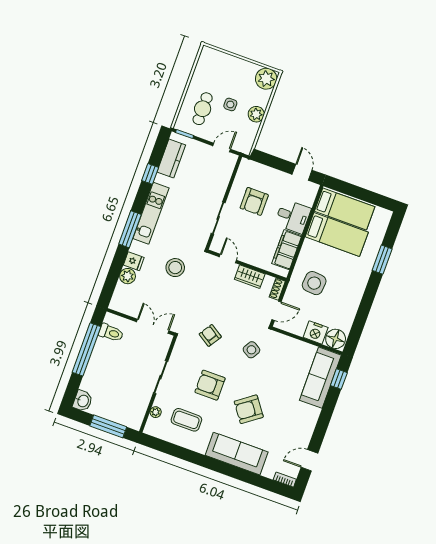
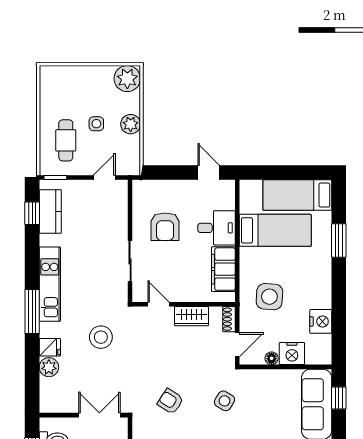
window: (150, 174) -> (32, 213), moved
bed: (345, 209) -> (297, 195), moved, turned 180
nightstand: (346, 316) -> (321, 321), added
floor lamp: (336, 339) -> (272, 358), moved, width x0.53, depth x0.53

